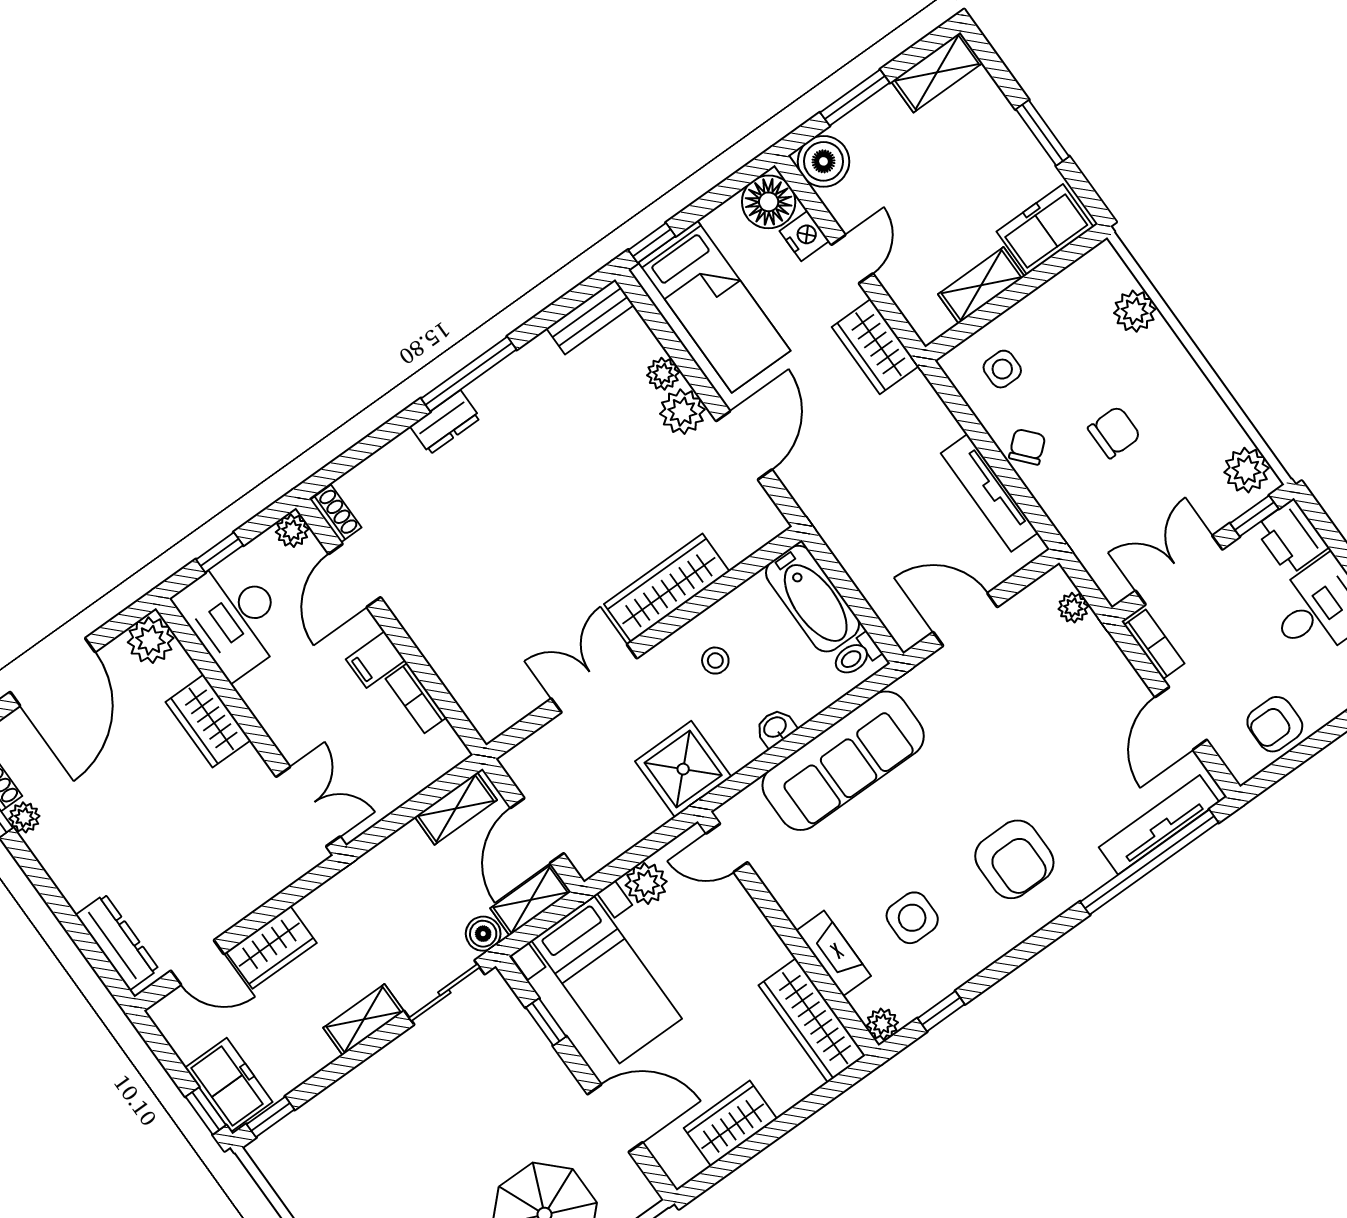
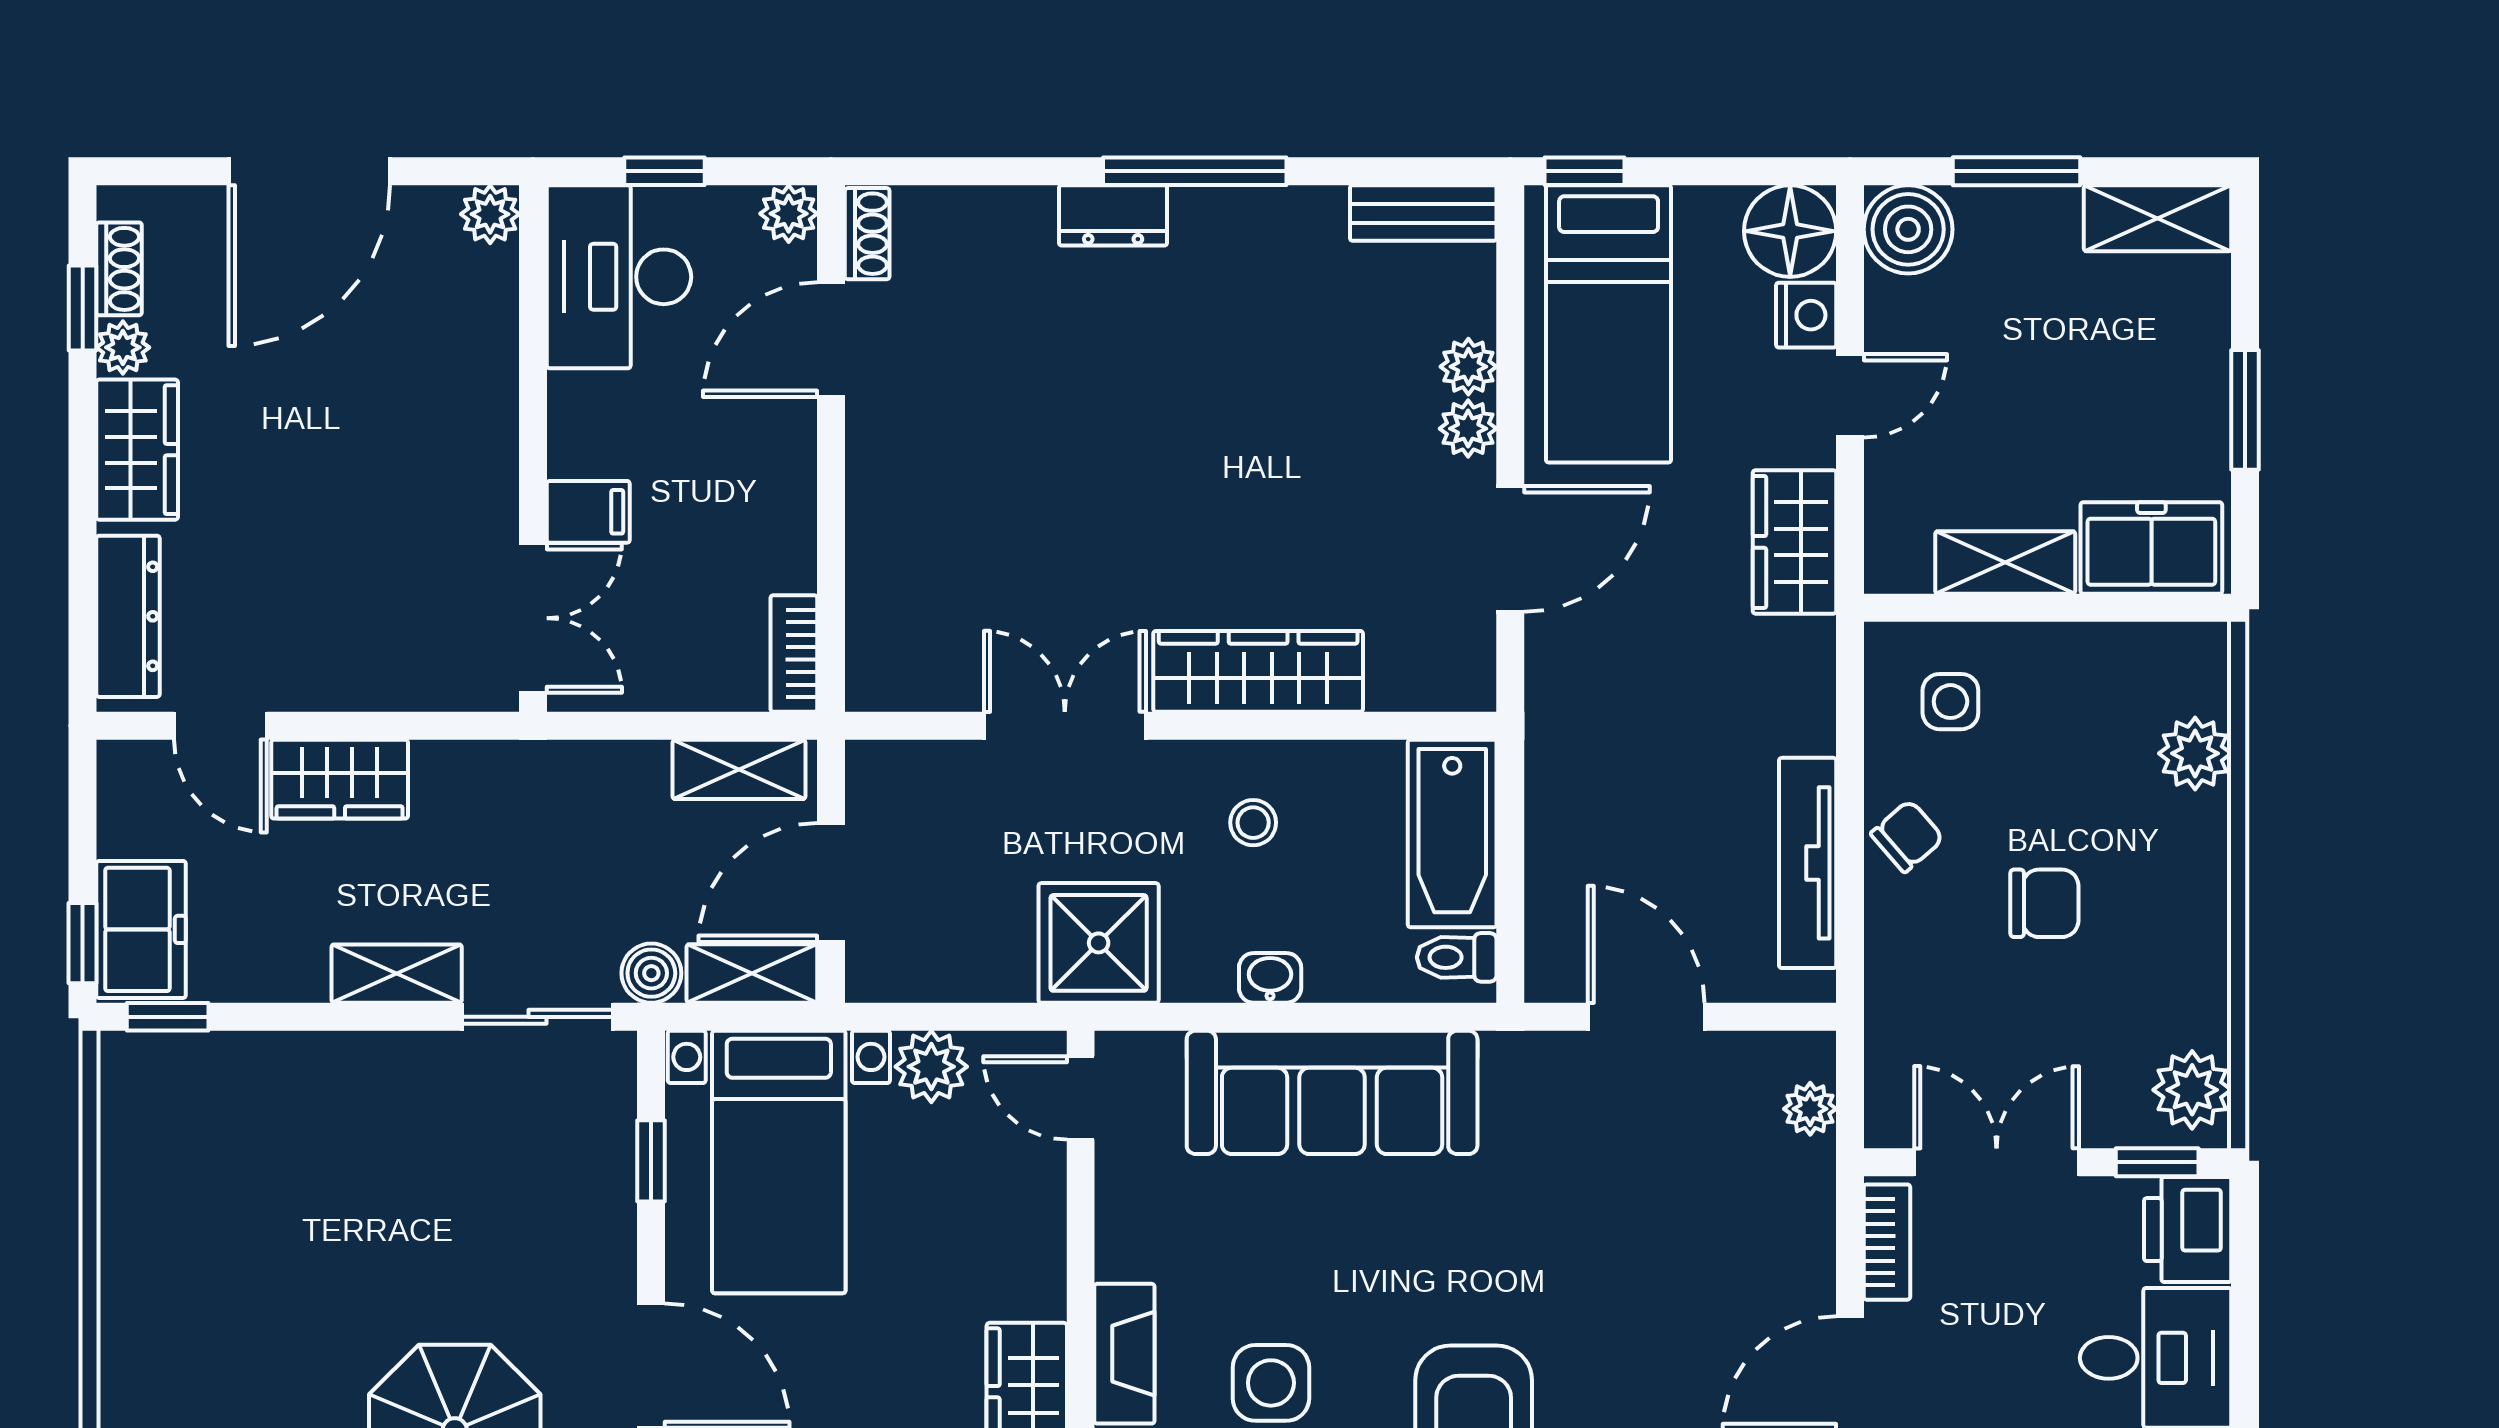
plant: (682, 412) -> (1468, 429), width x0.73, depth x0.73
plant: (151, 640) -> (490, 214), width x0.73, depth x0.73
filing cabinet: (376, 660) -> (588, 512), moved, turned 180
bookcase: (416, 698) -> (794, 653), moved
wardrobe: (208, 721) -> (137, 450), moved, turned 180

